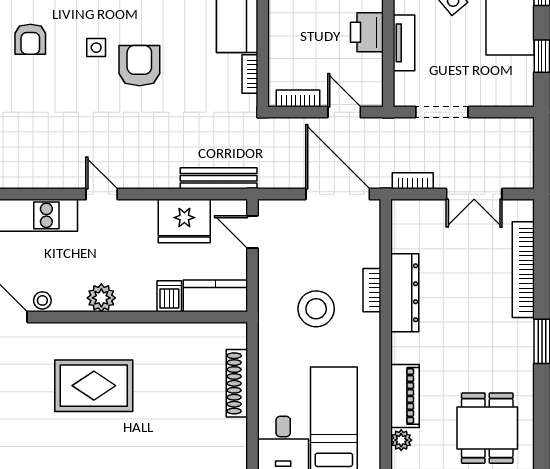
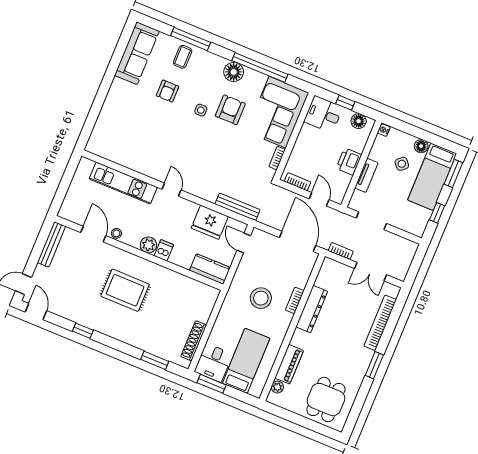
armchair: (139, 66) -> (230, 110), moved
dishwasher: (169, 296) -> (164, 250), moved
shoe rack: (237, 383) -> (194, 341), moved

